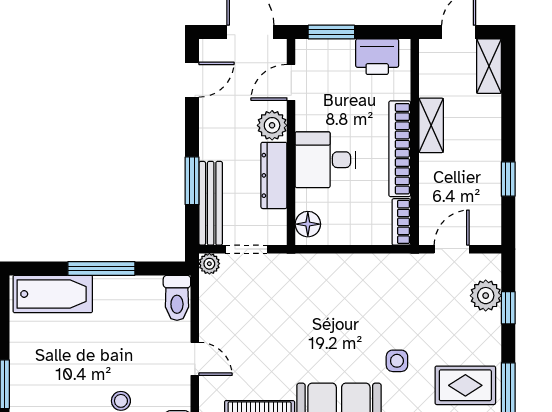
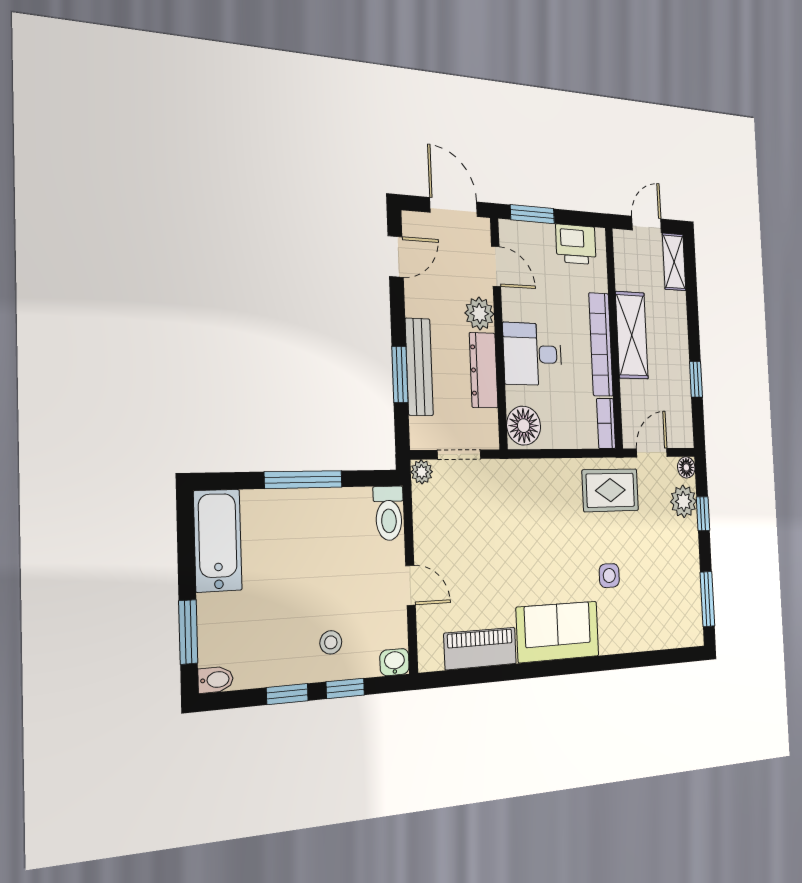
door: (291, 82) -> (496, 266), swing flipped
shelving: (431, 125) -> (632, 335), width x1.50, depth x1.33
bench: (211, 203) -> (419, 367), moved
floor lamp: (308, 224) -> (524, 426), width x1.38, depth x1.38
floor lamp: (491, 263) -> (686, 467), added
bathtub: (53, 294) -> (218, 541), moved, turned -90
rug: (465, 385) -> (610, 490), moved

